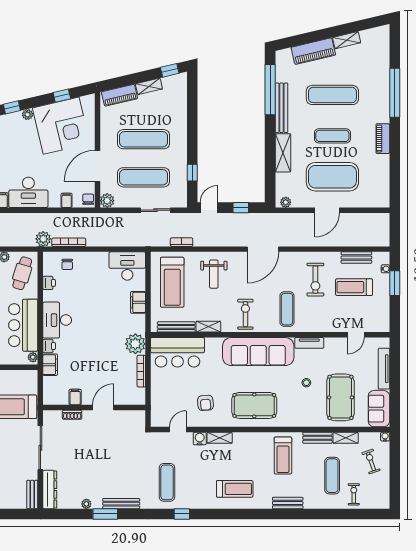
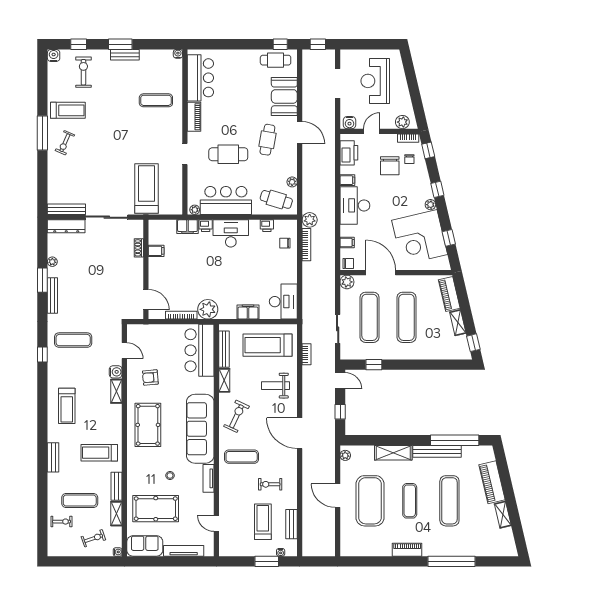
exercise bike: (315, 280) -> (270, 484), width x0.73, depth x0.72
exercise bike: (245, 314) -> (236, 416), turned -65
door: (103, 408) -> (146, 300), moved
bench: (32, 494) -> (66, 209), width x1.36

